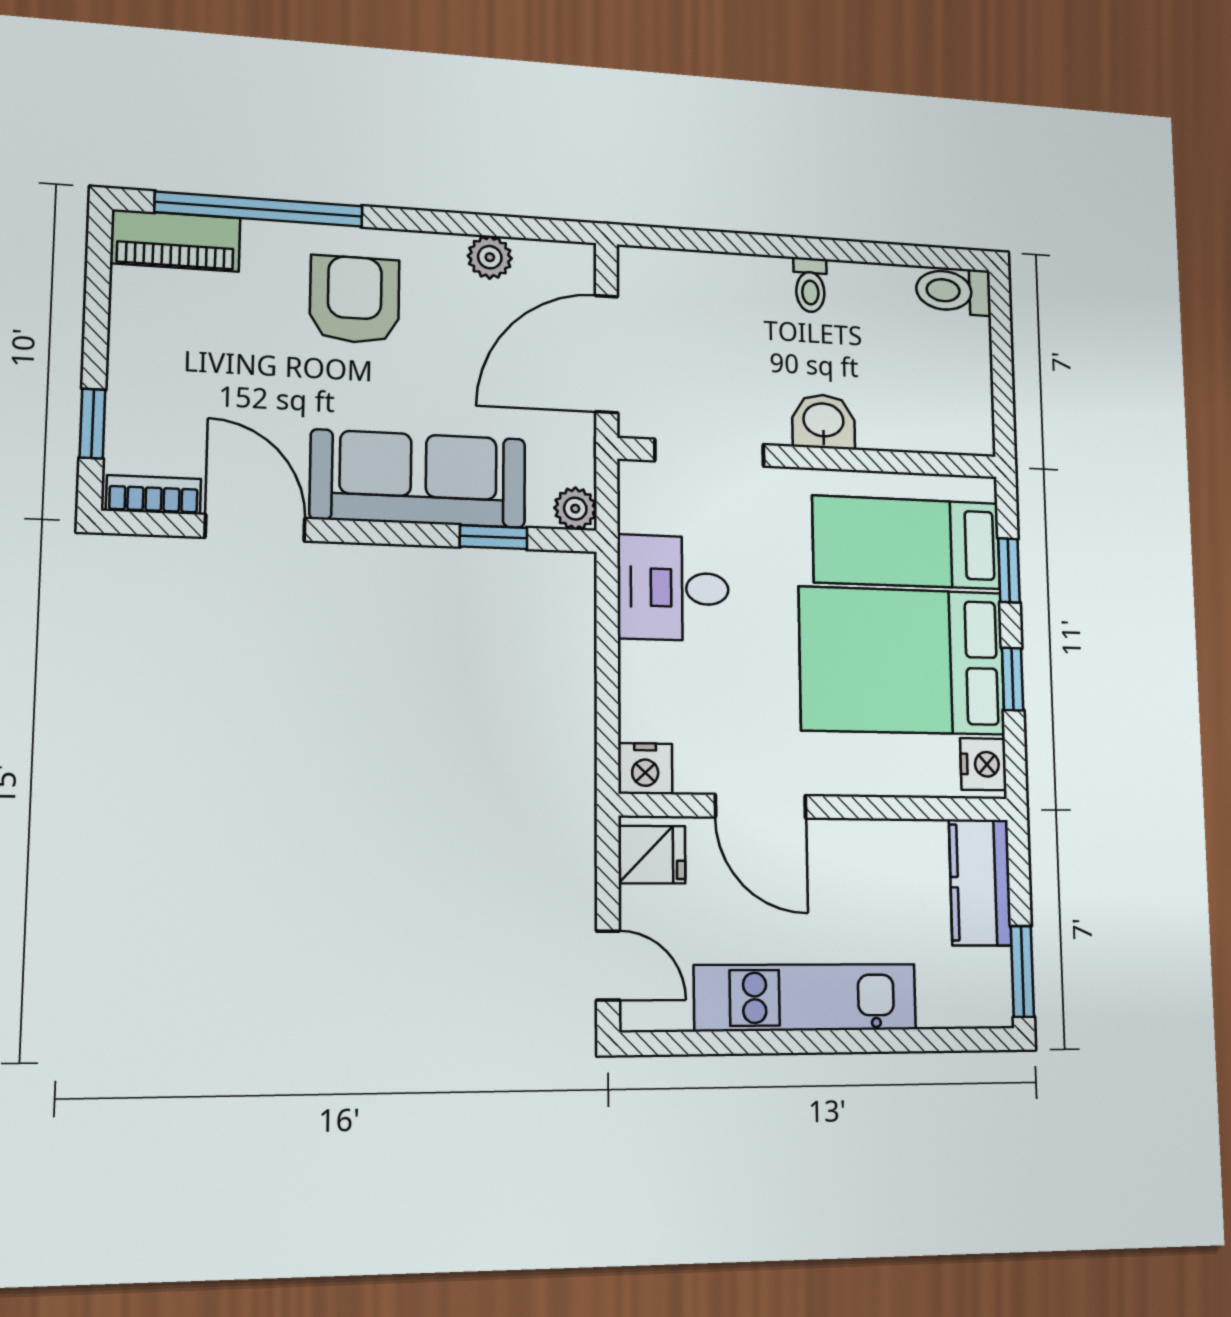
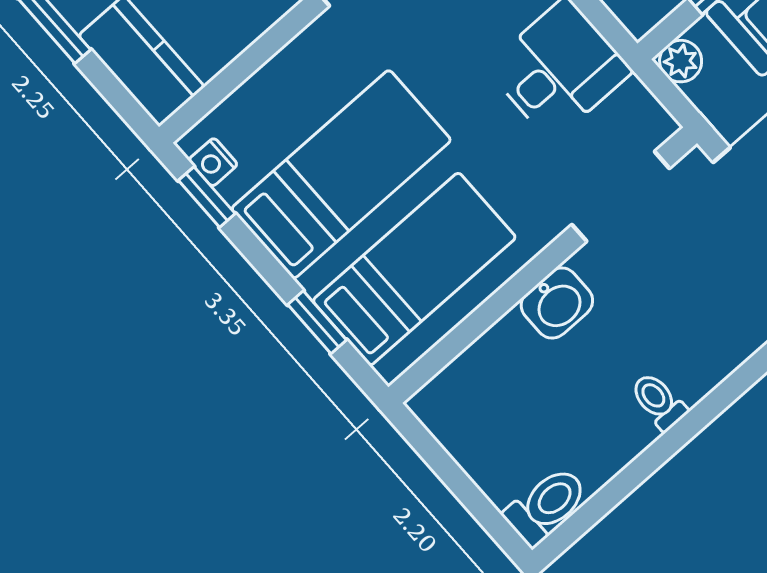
bed: (902, 661) -> (341, 174), width x0.67
window: (1013, 679) -> (207, 197), moved
nightstand: (983, 764) -> (213, 162), width x0.72, depth x0.74

